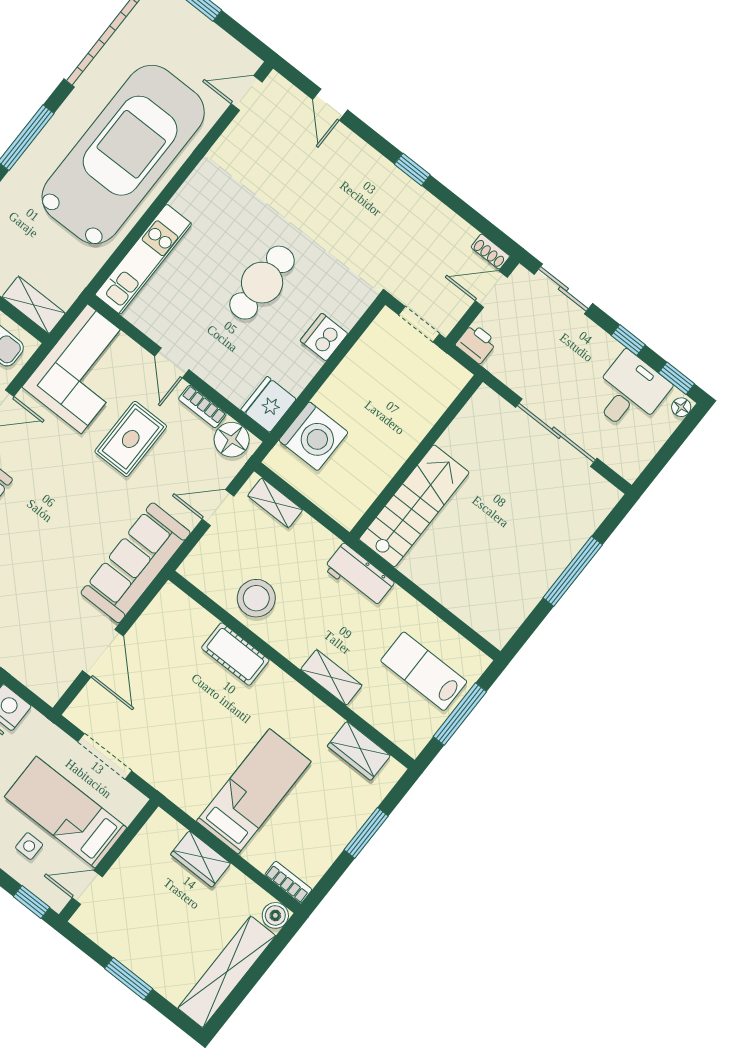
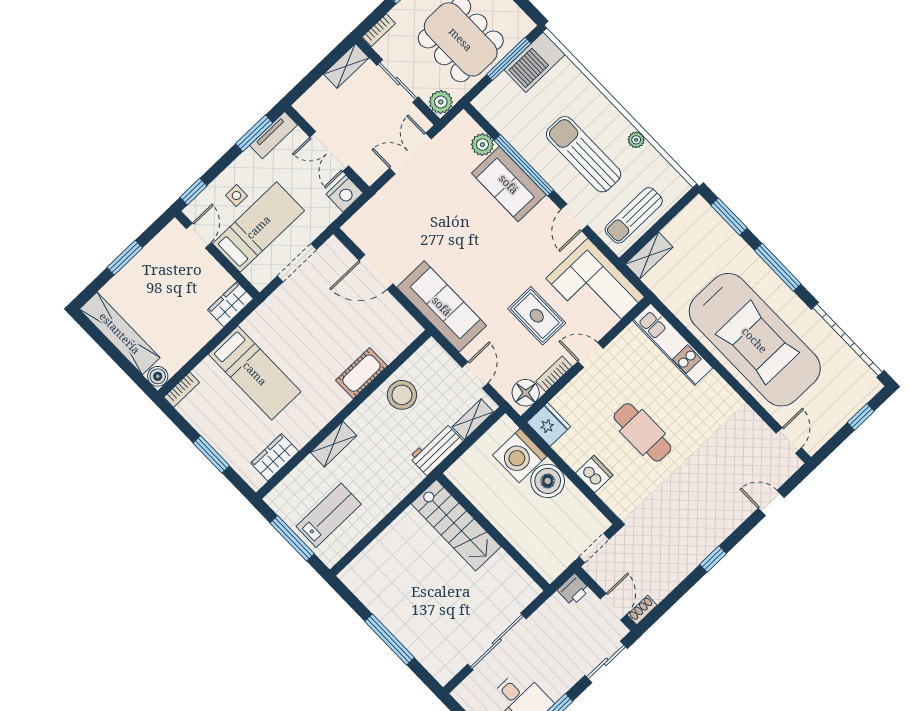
boiler: (341, 396) -> (548, 481), added
workbench: (359, 575) -> (436, 449), moved
wardrobe: (201, 859) -> (230, 304), moved

